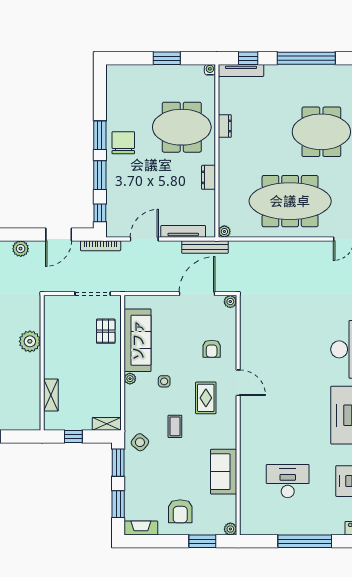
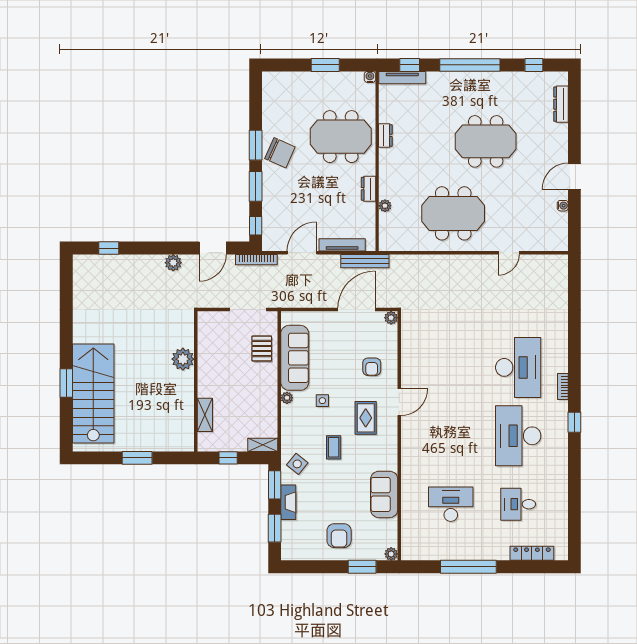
chair: (123, 143) -> (280, 153), turned 114
meeting table: (290, 201) -> (453, 213), width x0.73
plant: (224, 231) -> (385, 206), moved
door: (238, 383) -> (399, 402), hinge flipped
fireplace: (141, 528) -> (288, 502), moved, turned 90

